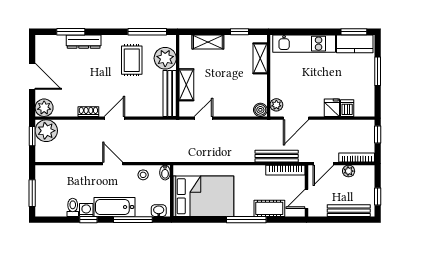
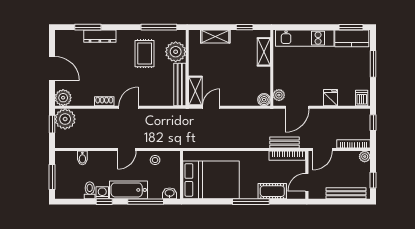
shelving: (186, 85) -> (195, 91), moved
dishwasher: (347, 108) -> (362, 98), moved
bench: (277, 156) -> (284, 143), width x0.73
door: (113, 164) -> (127, 150), swing flipped
plant: (349, 171) -> (365, 157), moved
bidet: (165, 173) -> (82, 158), moved

